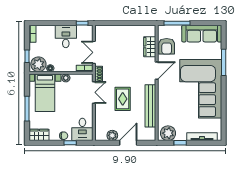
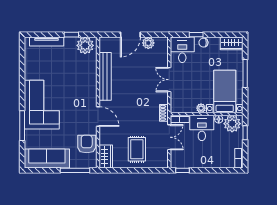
desk: (66, 36) -> (202, 128), moved, turned 180
wardrobe: (150, 47) -> (106, 156), moved
door: (157, 71) -> (98, 117), swing flipped
corner sofa: (201, 89) -> (42, 105), width x0.73, depth x0.74
double door: (94, 92) -> (169, 80), moved
rug: (123, 99) -> (137, 149), moved

